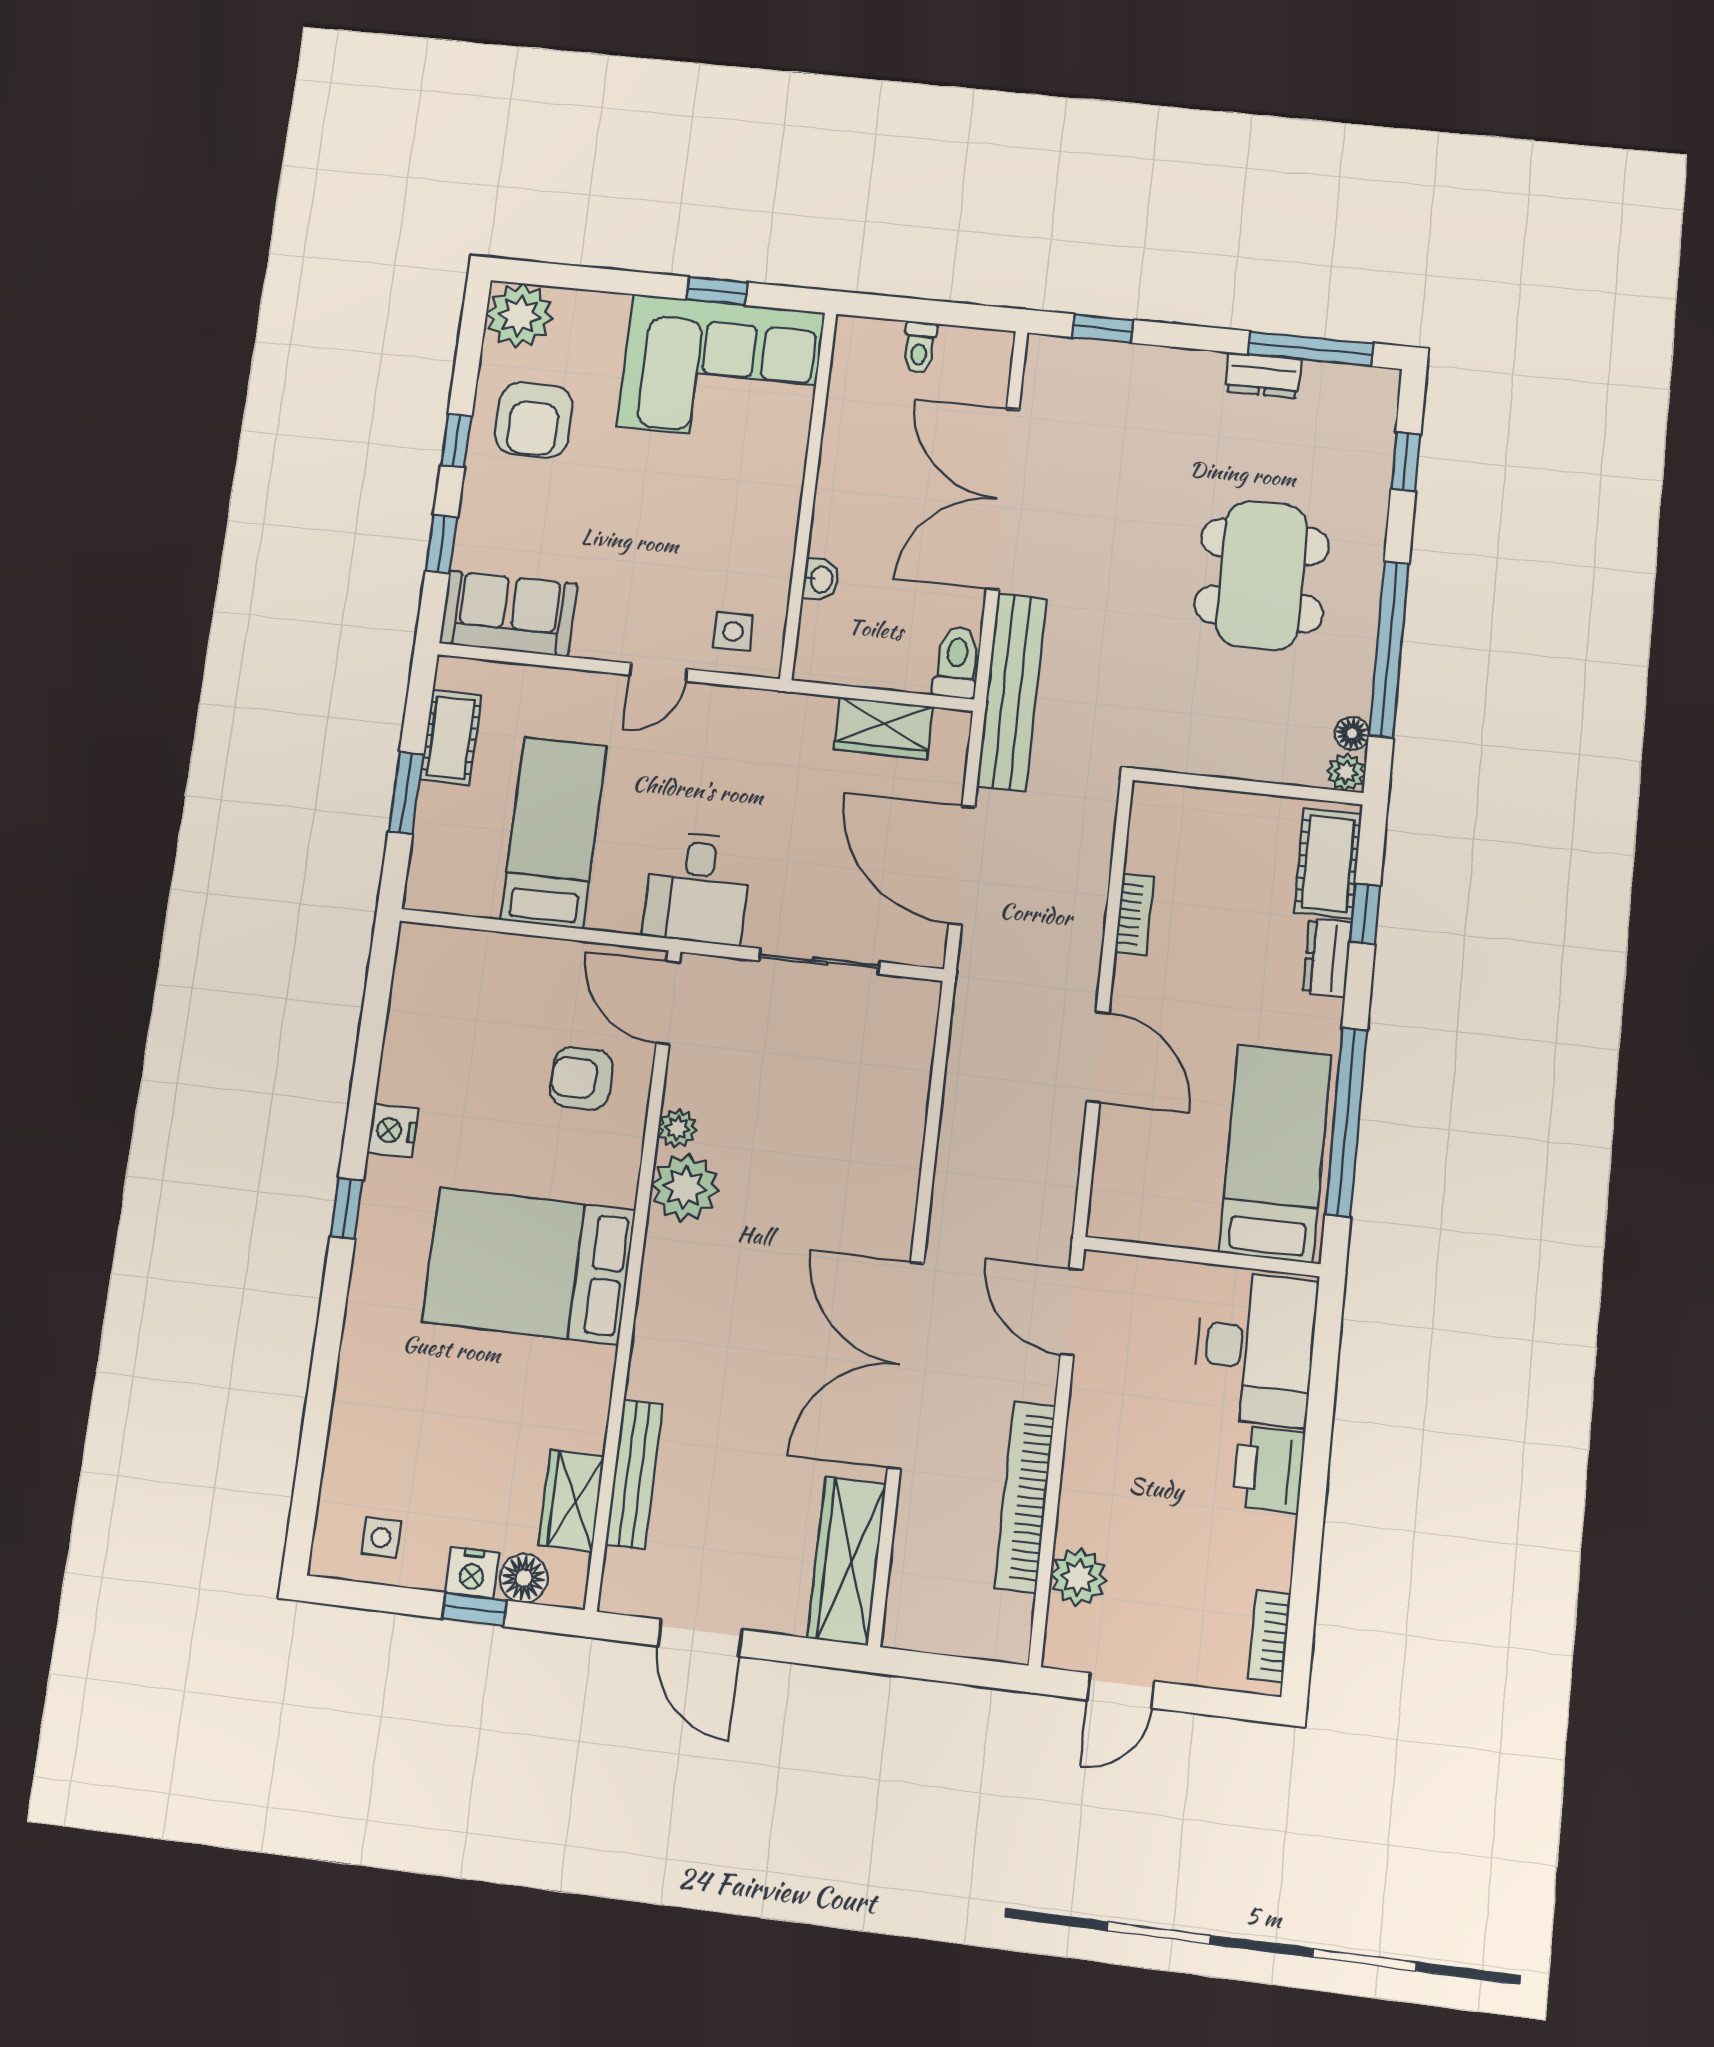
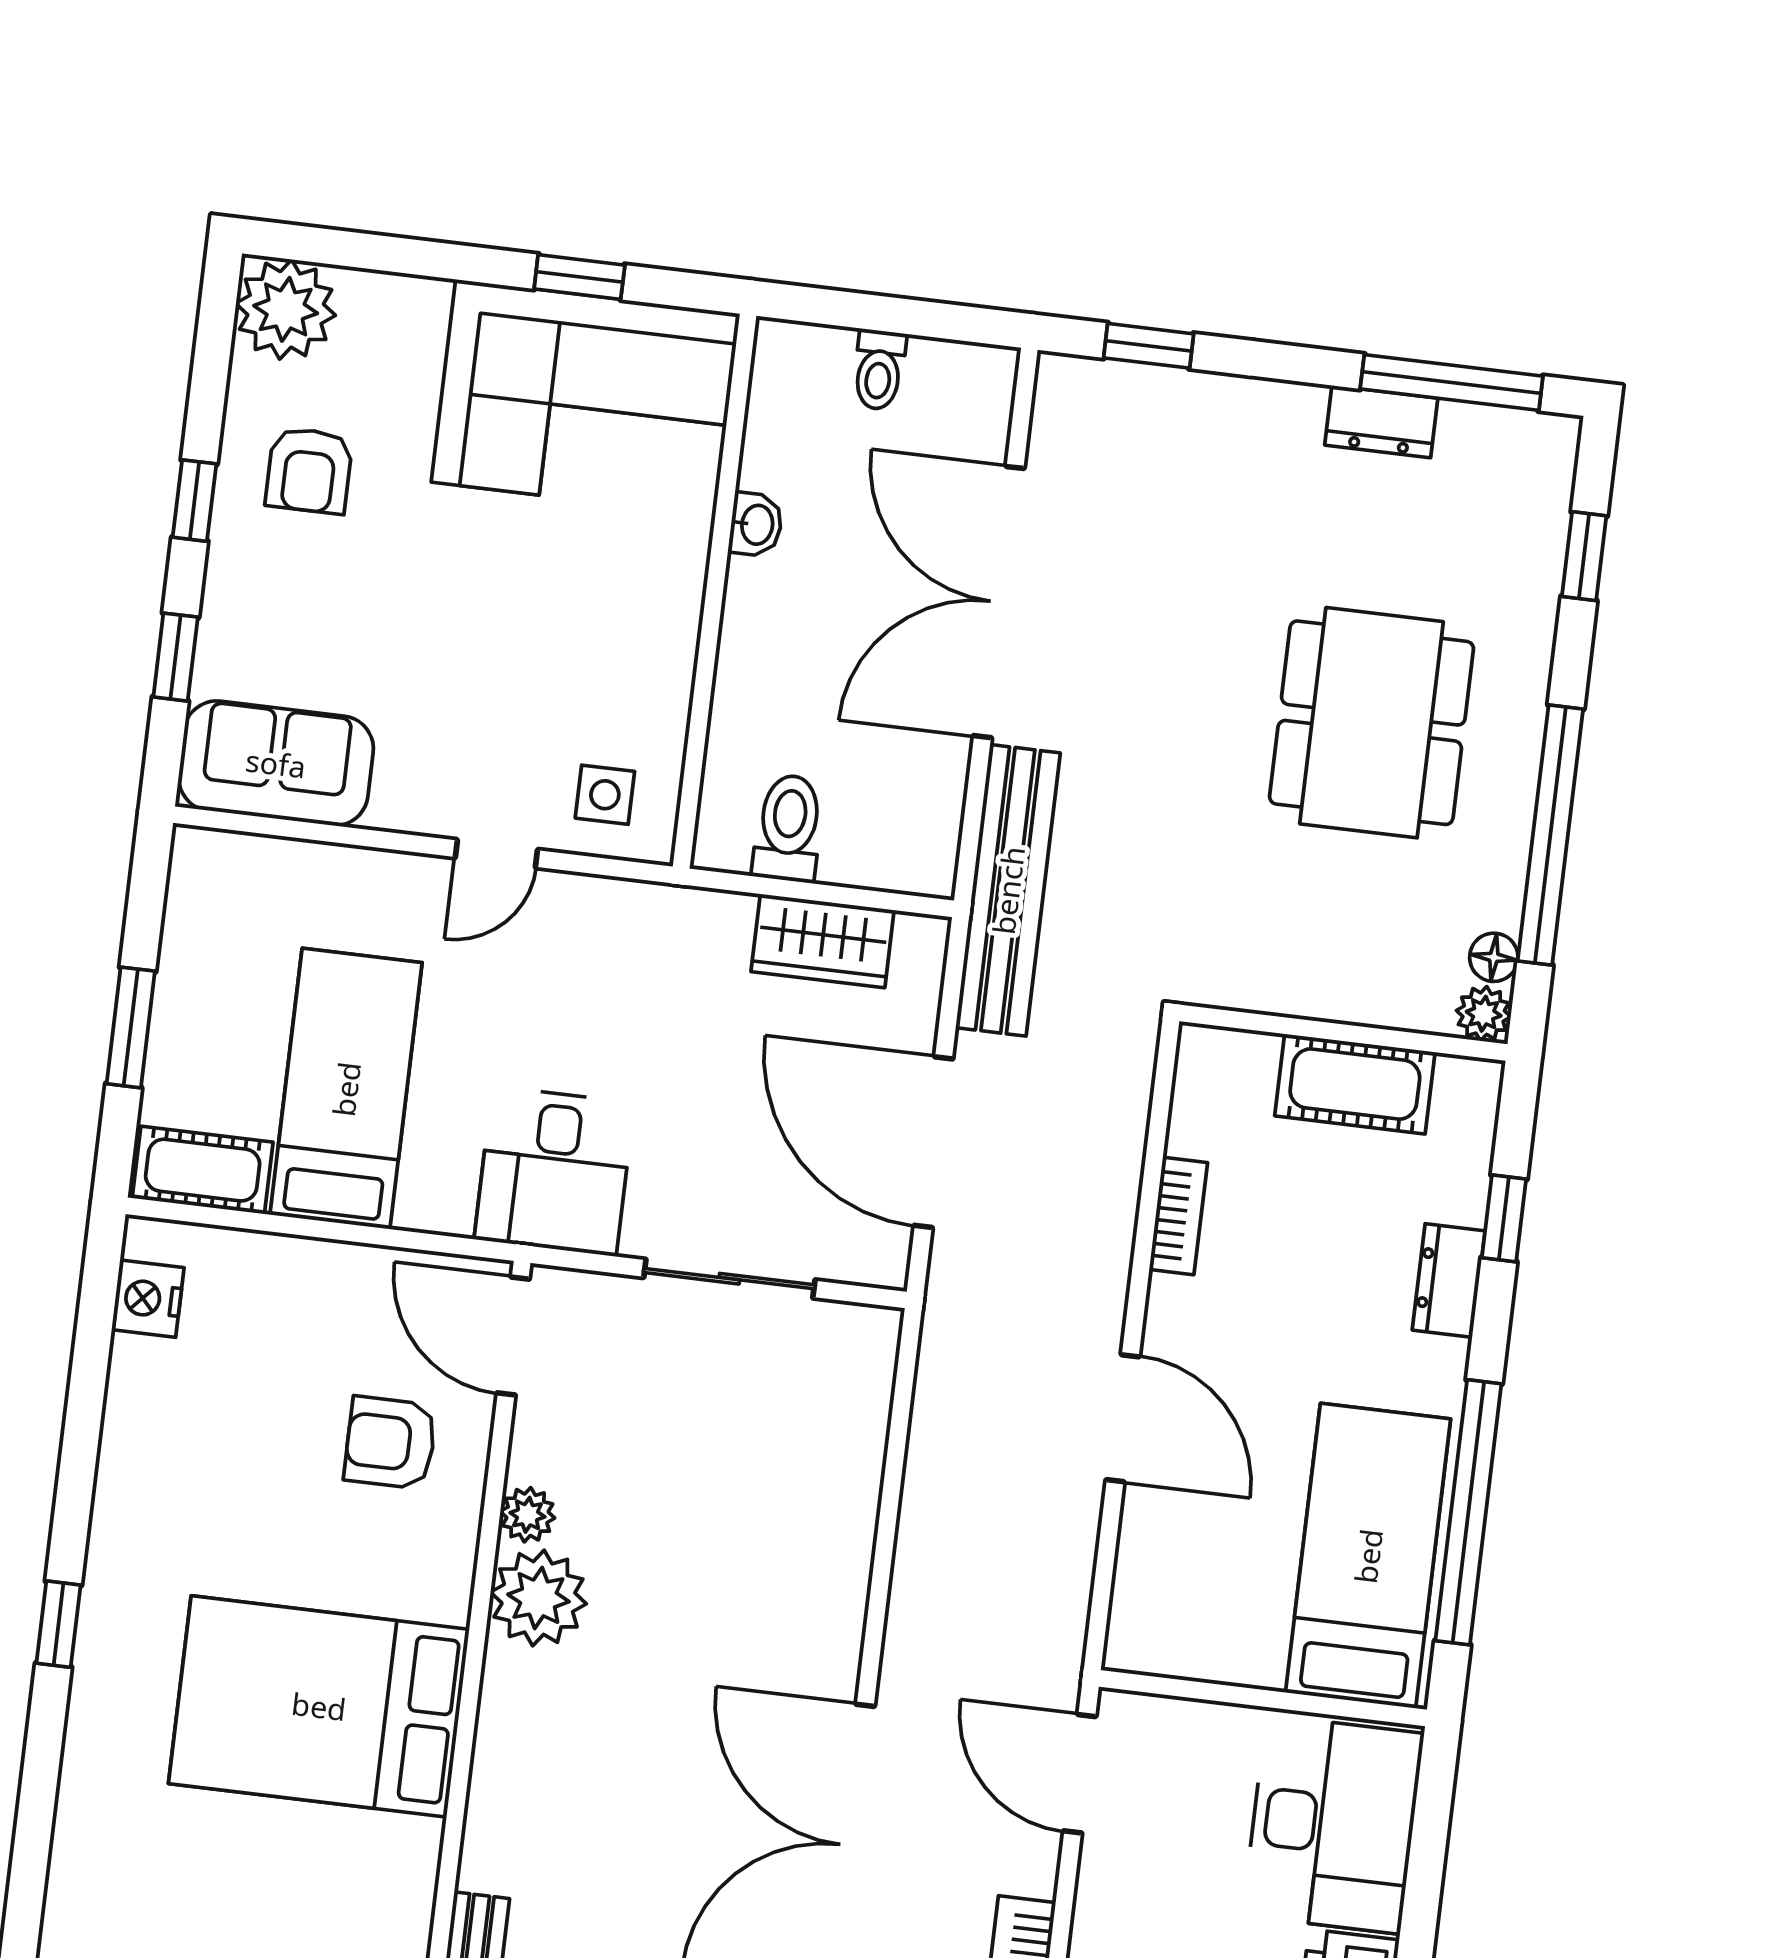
armchair: (534, 420) -> (309, 470), width x0.72, depth x0.72
washbasin: (821, 579) -> (756, 525), moved
toilet: (957, 662) -> (788, 828), moved
cot: (451, 738) -> (203, 1170), moved, turned 90
cot: (1328, 863) -> (1355, 1084), moved, turned 90
nightstand: (393, 1131) -> (148, 1299), moved

